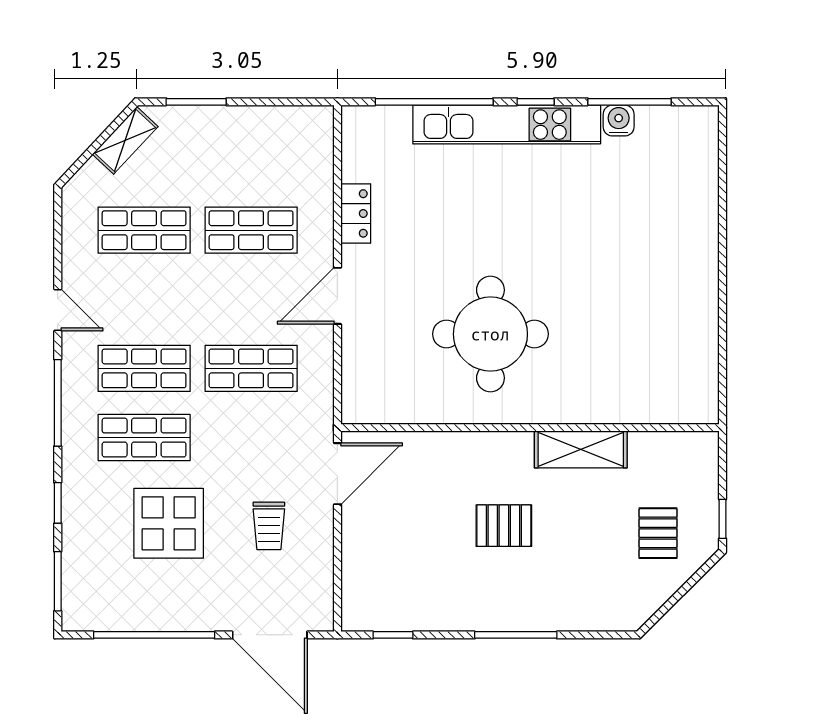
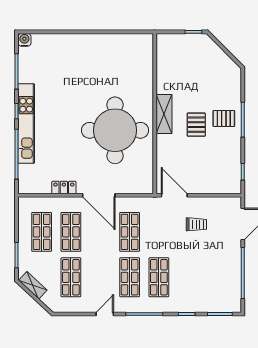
water cooler: (619, 121) -> (24, 40), moved, turned 90
shop shelf: (251, 161) -> (42, 232), added
door: (337, 296) -> (99, 195), width x1.36
round table: (490, 334) -> (115, 130), width x1.36, depth x1.36
shelving: (581, 449) -> (164, 114), moved
display table: (169, 523) -> (195, 267), removed
pallet: (658, 533) -> (224, 119), moved

